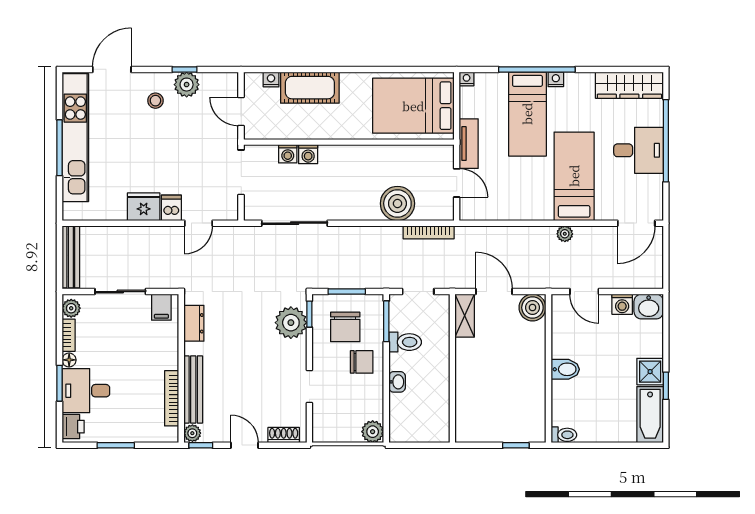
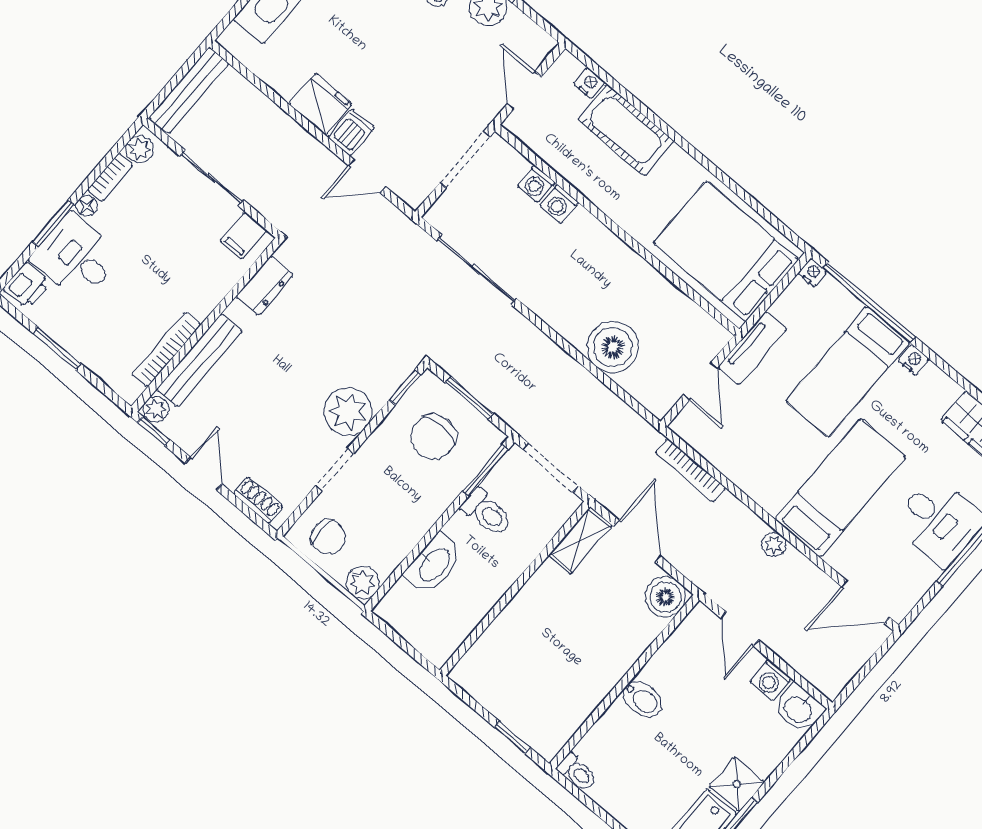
window: (537, 69) -> (869, 302), moved
bookcase: (429, 232) -> (690, 470), moved
doorway: (418, 292) -> (551, 468), width x1.38
plant: (291, 323) -> (348, 412), moved
chair: (362, 362) -> (328, 537), moved
washbasin: (397, 382) -> (434, 564), width x1.91, depth x1.45

